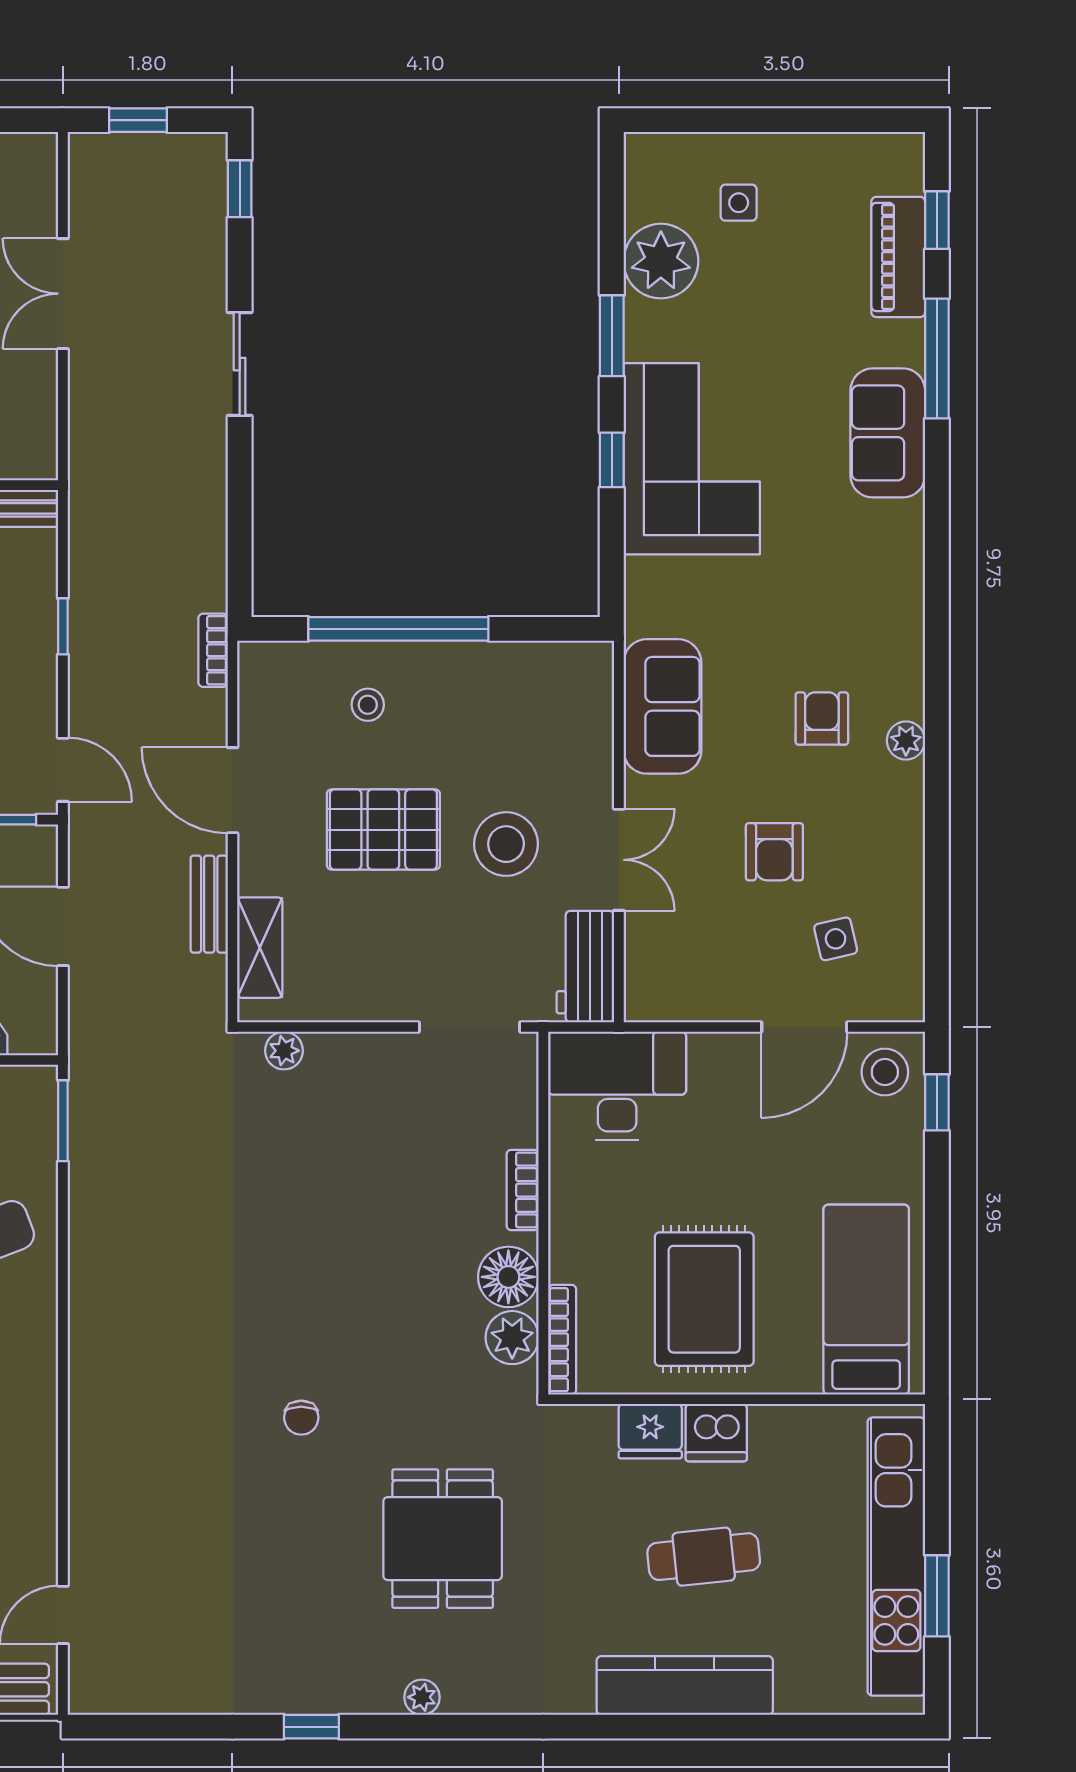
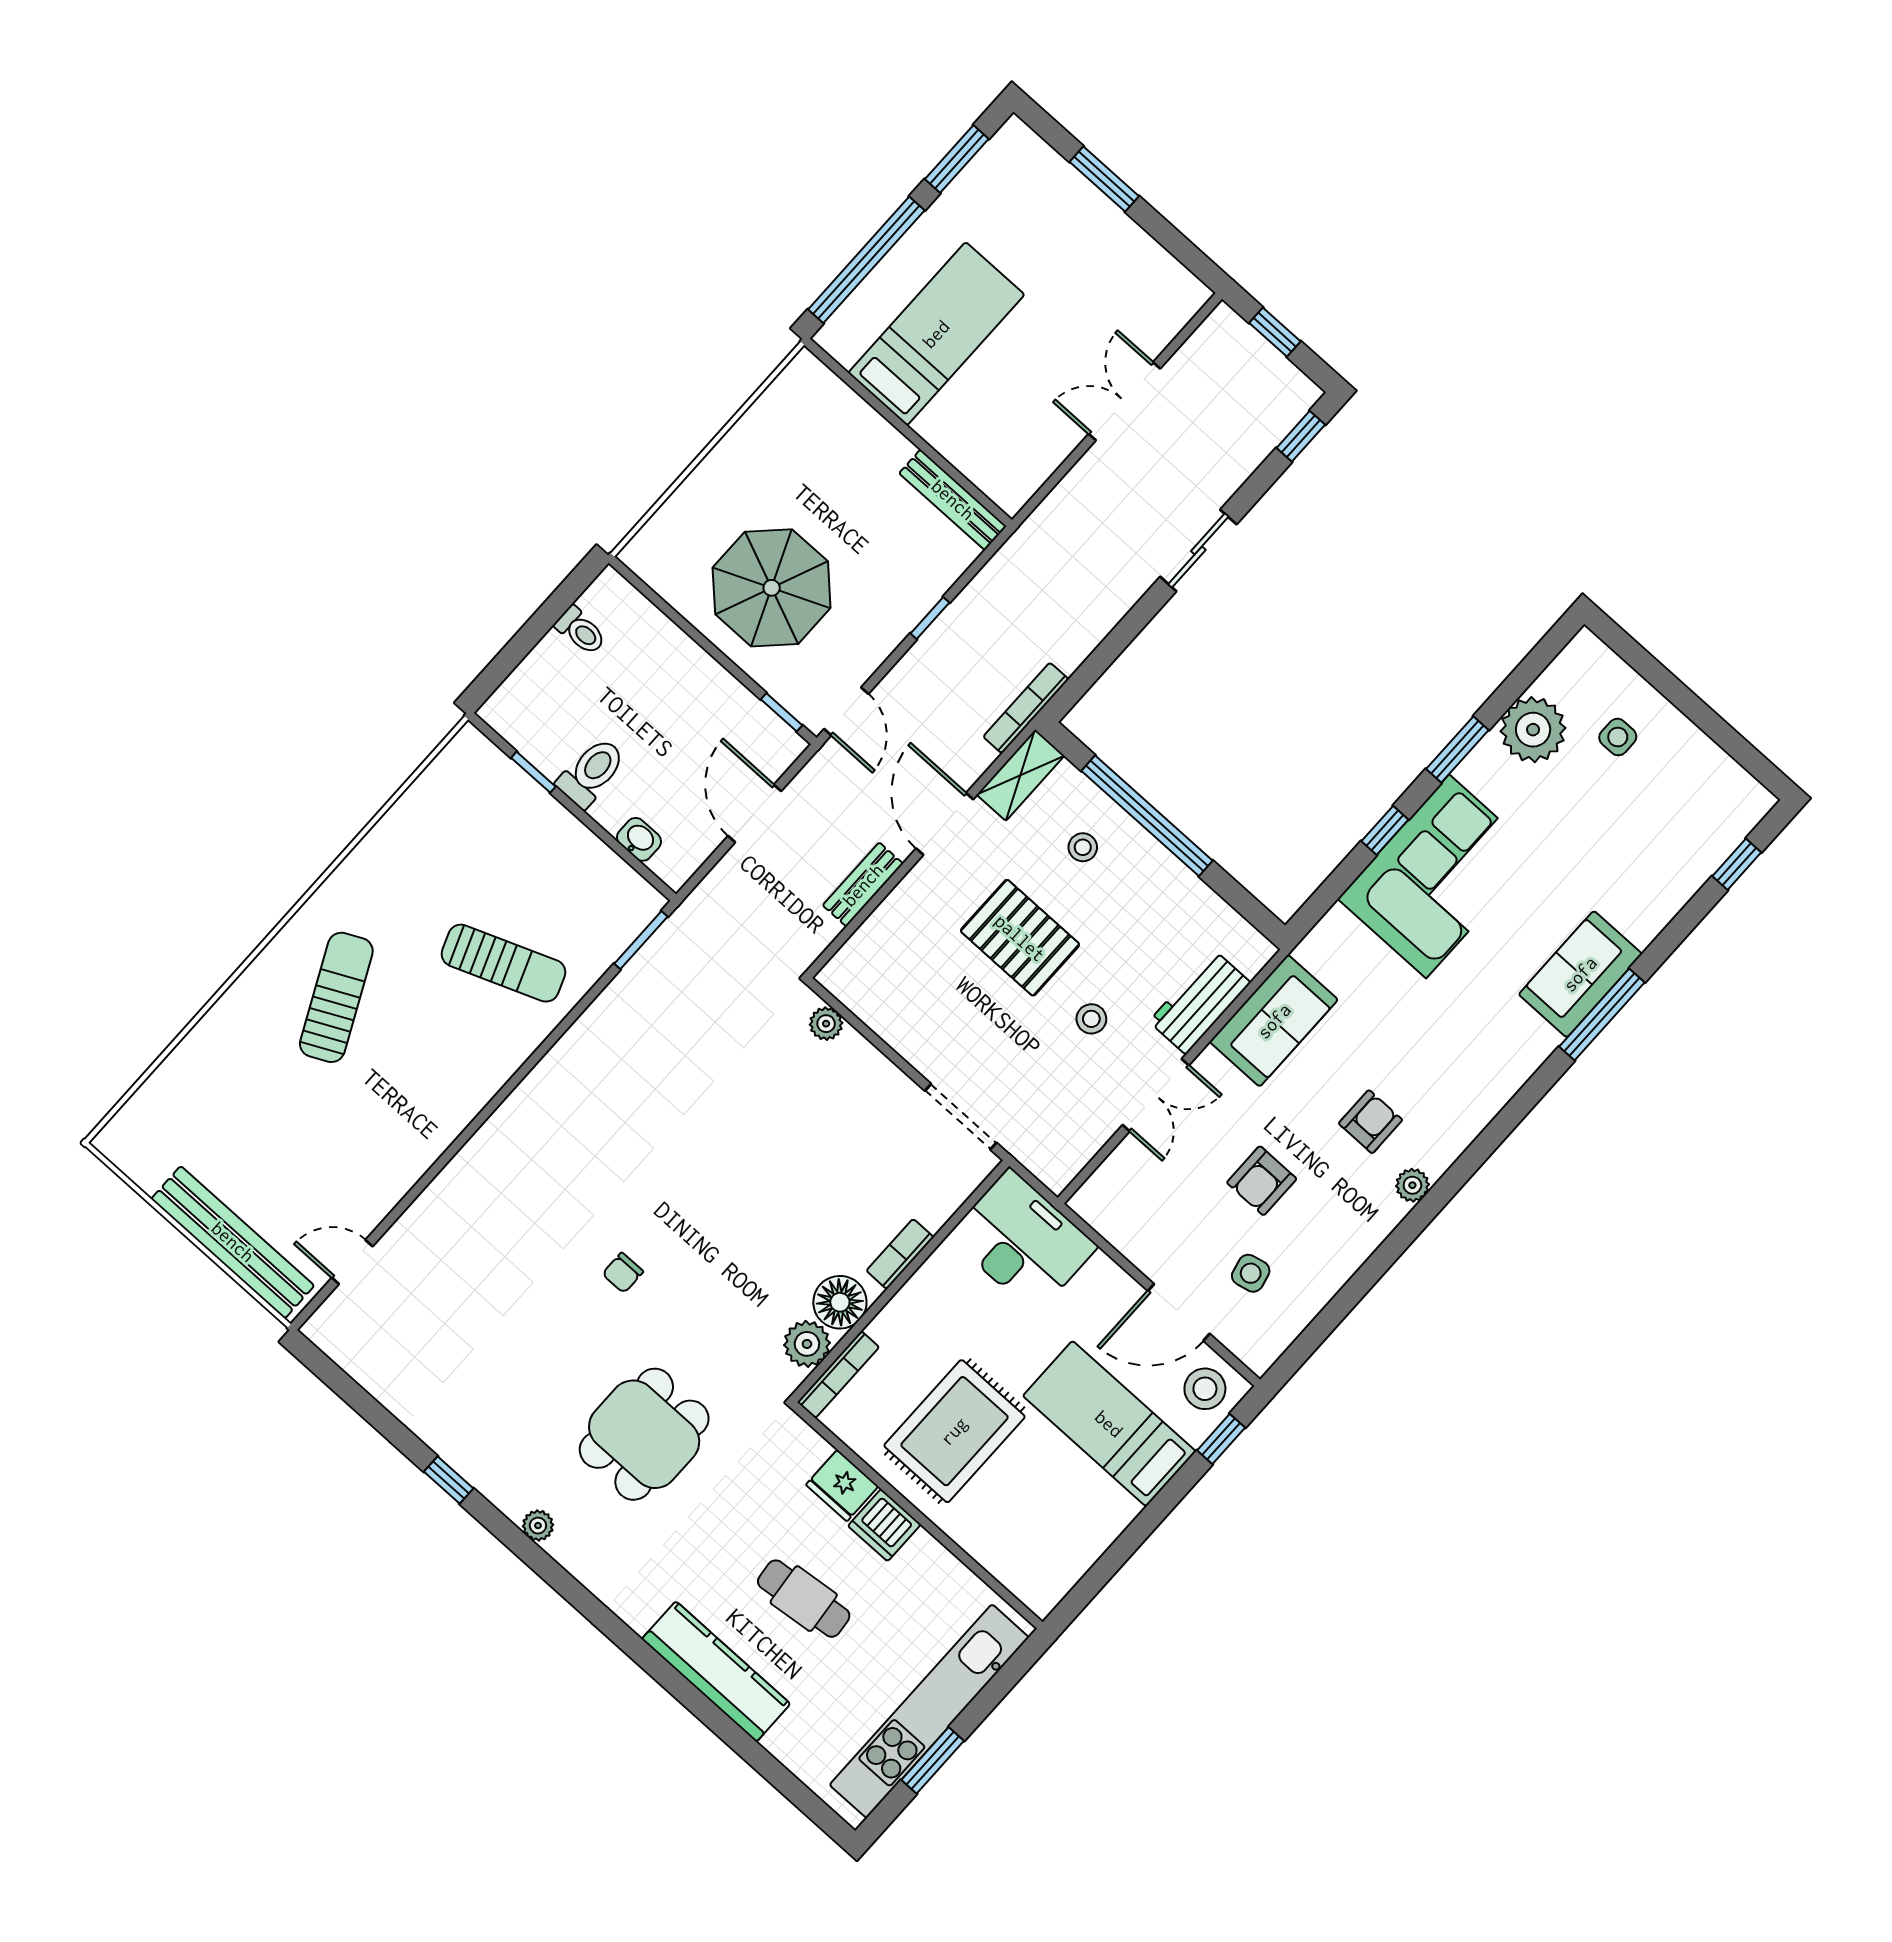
piano: (898, 257) -> (1690, 866), removed
window: (937, 358) -> (1602, 1015), moved
bookcase: (213, 650) -> (1026, 708), width x1.56
stool: (506, 844) -> (1091, 1019), width x0.53, depth x0.53
shelving: (260, 948) -> (1020, 775), moved
workbench: (585, 967) -> (1200, 1002), moved
bed: (866, 1300) -> (1109, 1424), moved, turned -90

